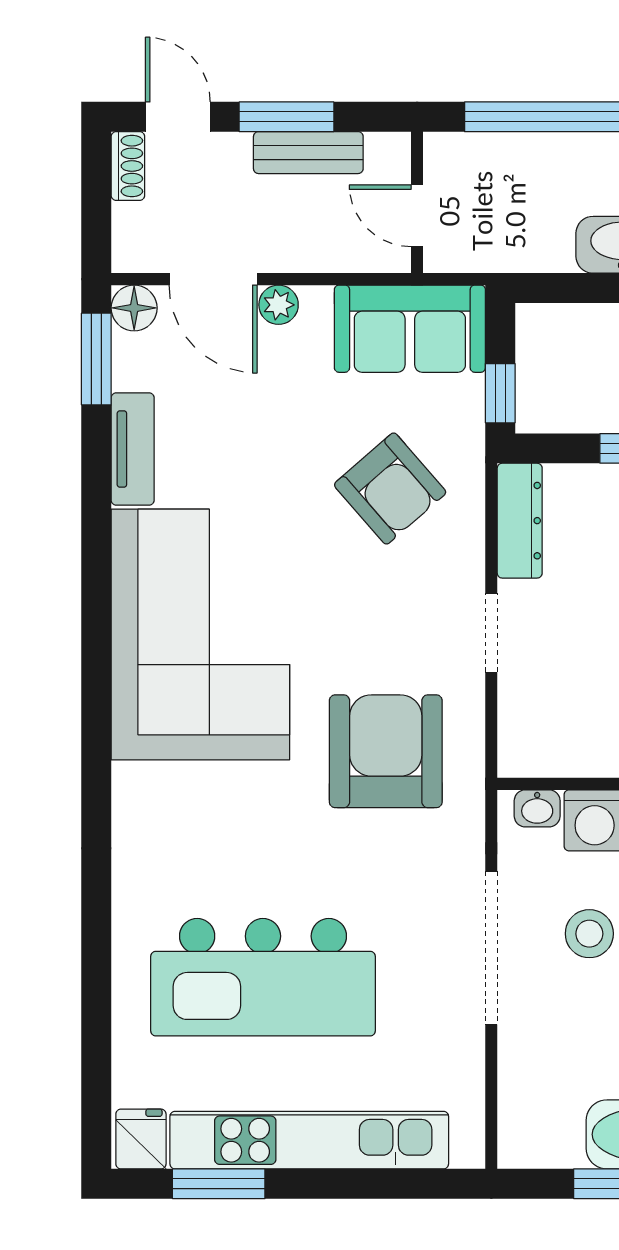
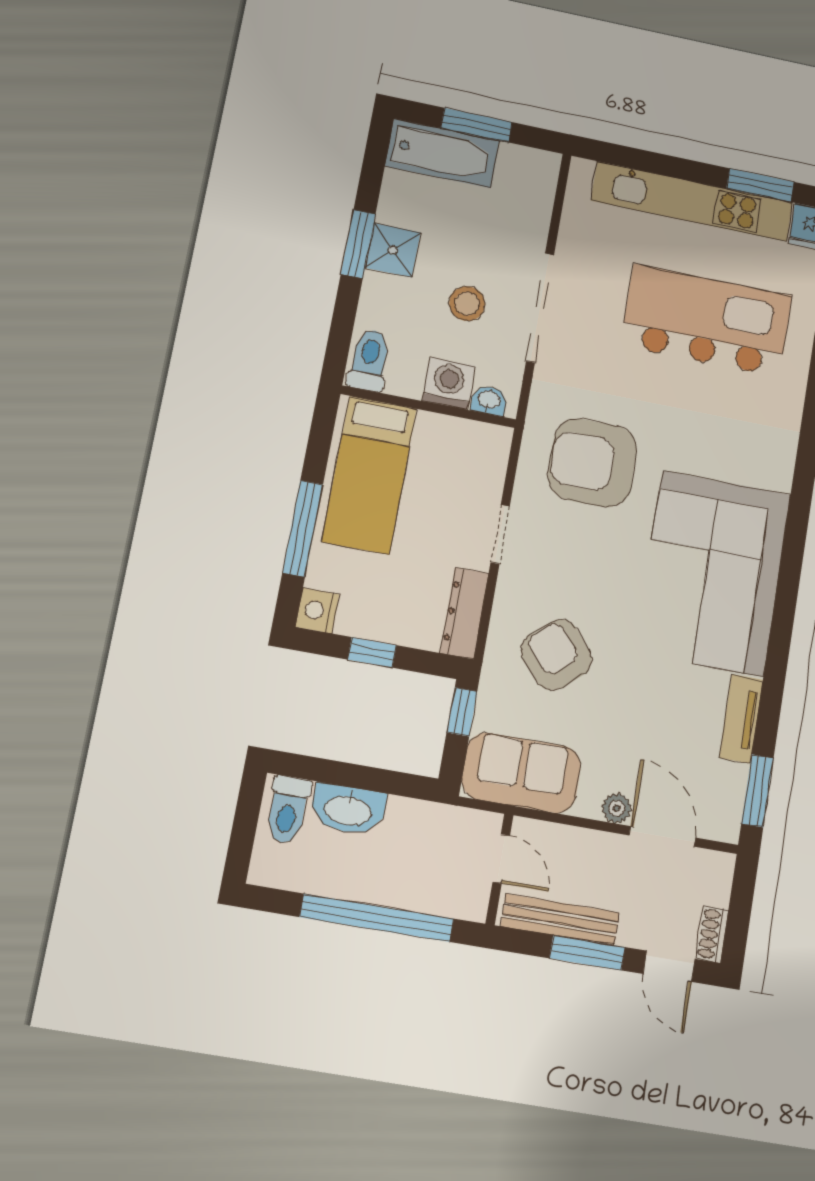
bench: (308, 153) -> (560, 919), width x1.36
floor lamp: (134, 308) -> (724, 825), removed
armchair: (386, 751) -> (592, 463), turned 90

